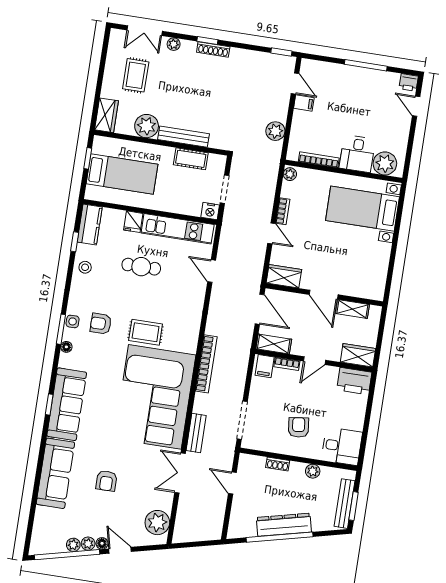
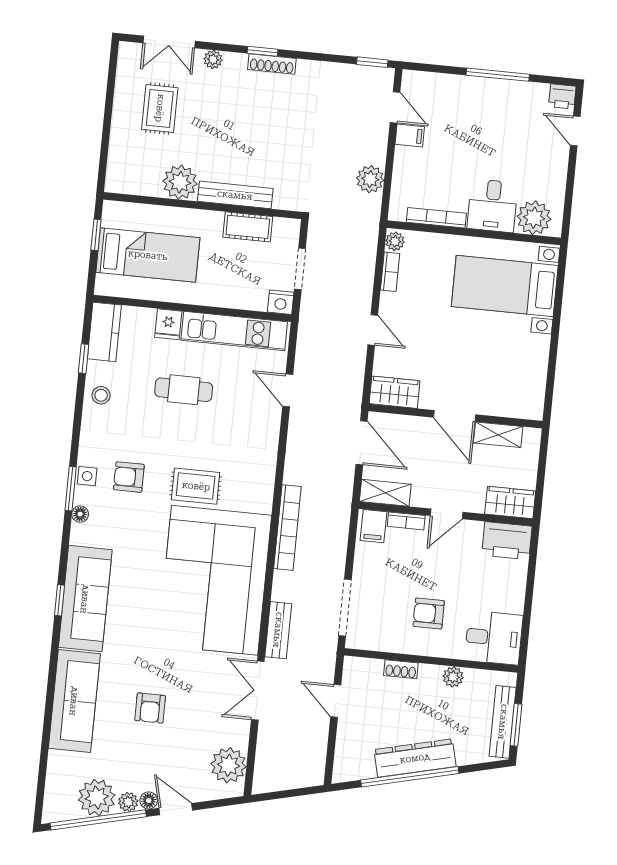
wardrobe: (106, 115) -> (120, 170), removed
bookcase: (283, 211) -> (390, 272), moved
armchair: (299, 427) -> (429, 613), turned -83
plant: (73, 545) -> (97, 798), width x1.88, depth x1.88

